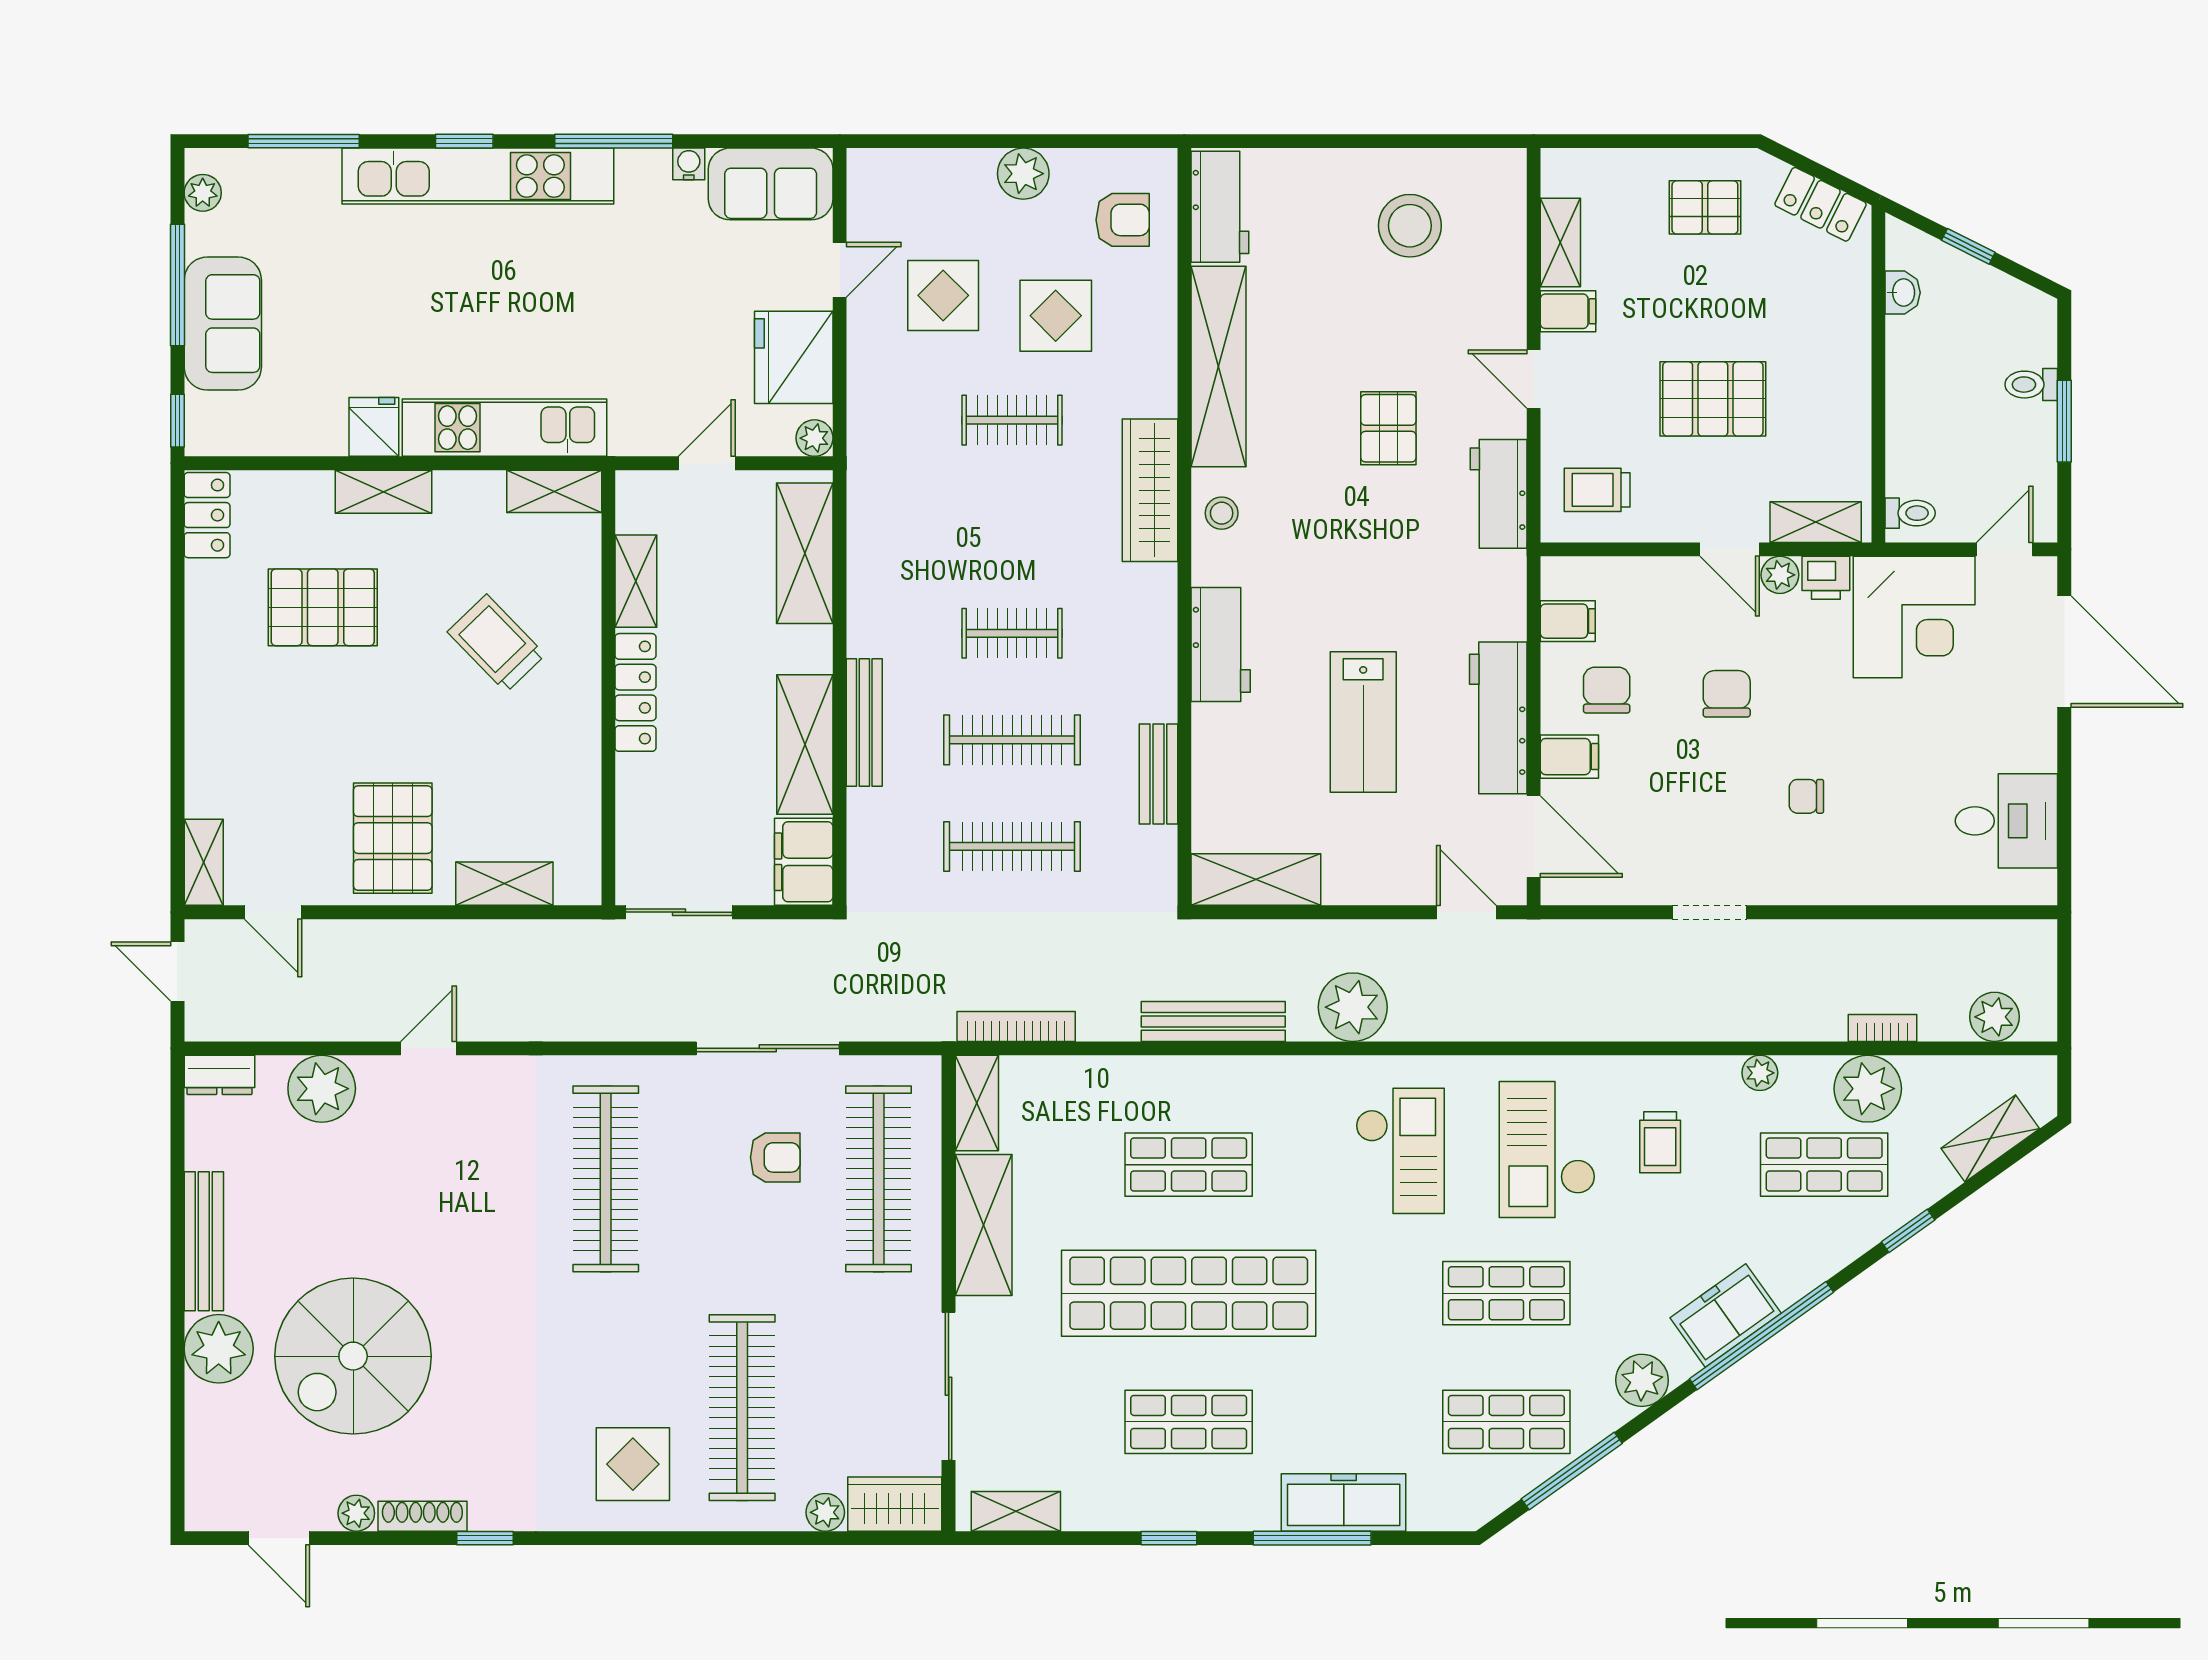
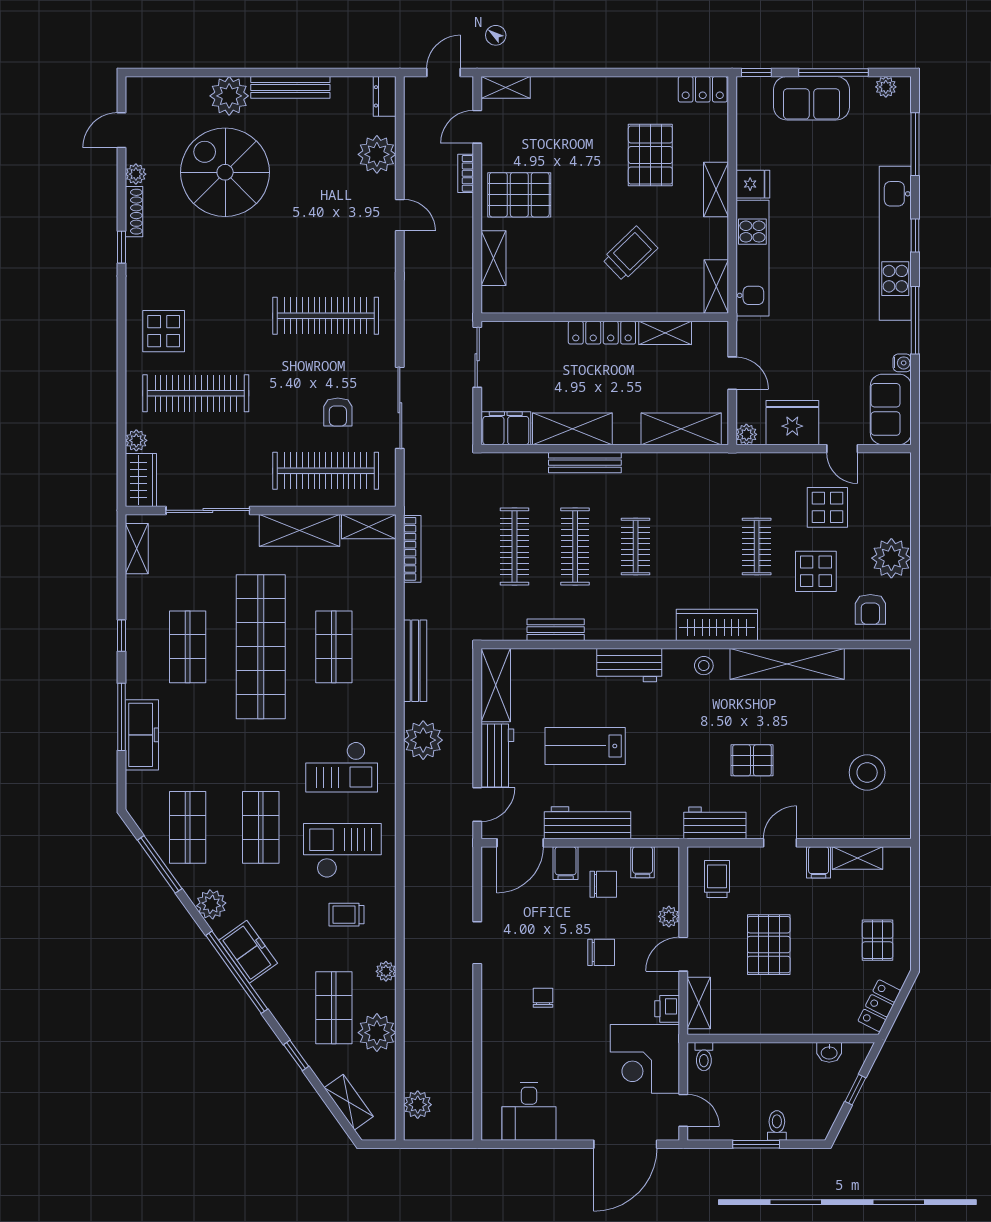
plant: (1023, 174) -> (891, 558), width x1.36, depth x1.36
workbench: (1220, 207) -> (497, 756), moved, turned -90
plant: (1780, 575) -> (669, 917), moved
bookcase: (1882, 1028) -> (466, 173), moved, turned 180

